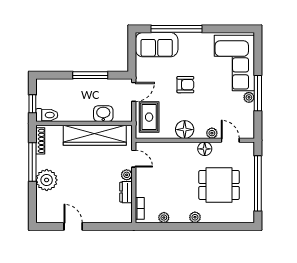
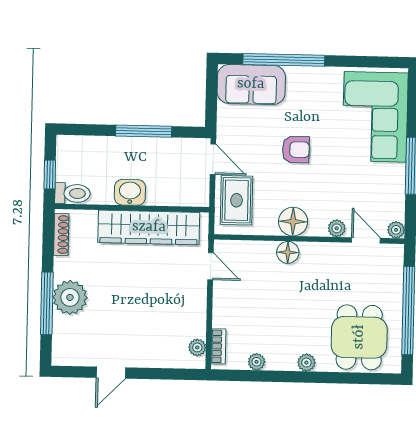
door: (134, 92) -> (213, 159), hinge flipped
plant: (249, 97) -> (396, 230), moved
washbasin: (103, 114) -> (130, 192), moved
floor lamp: (205, 149) -> (288, 252), moved
window: (32, 162) -> (47, 303), moved
plant: (127, 175) -> (197, 347), moved
dining table: (219, 185) -> (359, 337), moved, turned 90
dresser: (126, 192) -> (197, 320), removed
door: (73, 226) -> (111, 373), swing flipped

